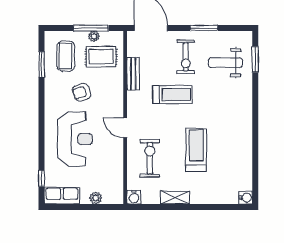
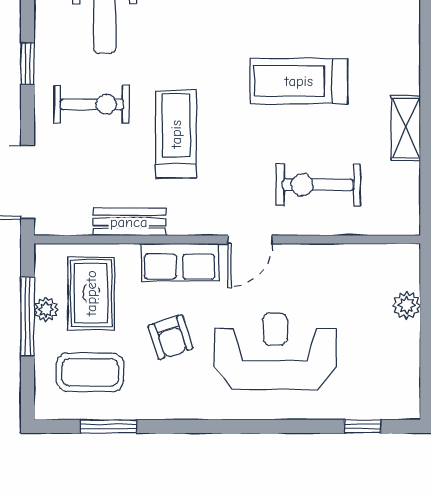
window: (204, 28) -> (28, 64), width x0.67
row of seats: (62, 196) -> (180, 262), moved, turned -90
water cooler: (134, 197) -> (405, 220), removed

